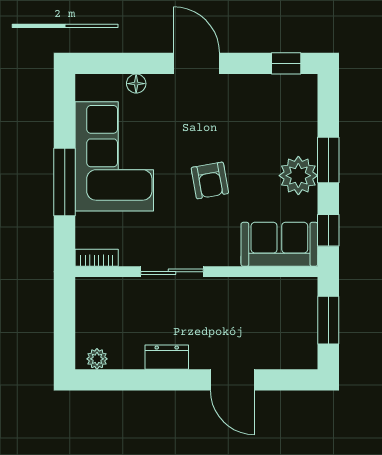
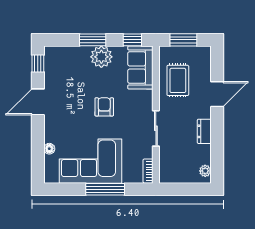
door: (196, 63) -> (38, 102), moved
armchair: (210, 180) -> (104, 107), turned -80
rug: (257, 310) -> (178, 80), added

